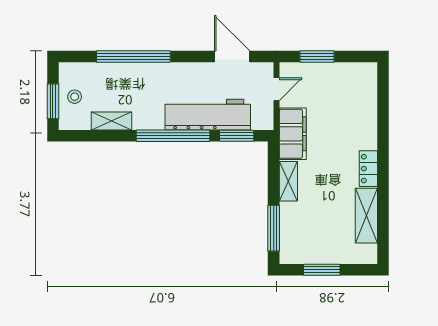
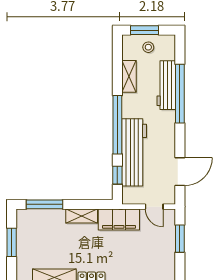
workbench: (123, 74) -> (166, 85), added
window: (237, 136) -> (117, 175), width x0.67

